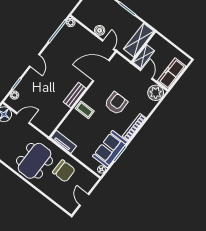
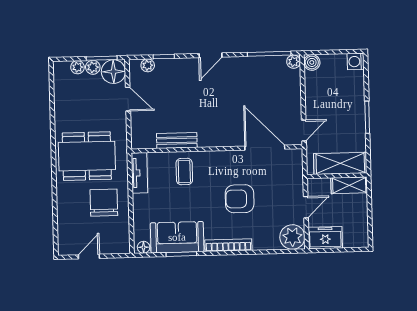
boiler: (100, 30) -> (312, 62), moved
shelving: (144, 57) -> (349, 185), moved
freezer: (172, 74) -> (325, 238), width x0.71
bench: (75, 95) -> (177, 140), moved
armchair: (116, 103) -> (240, 199), turned 180
coffee table: (85, 110) -> (184, 172), moved
chair: (64, 171) -> (104, 203), turned 180

